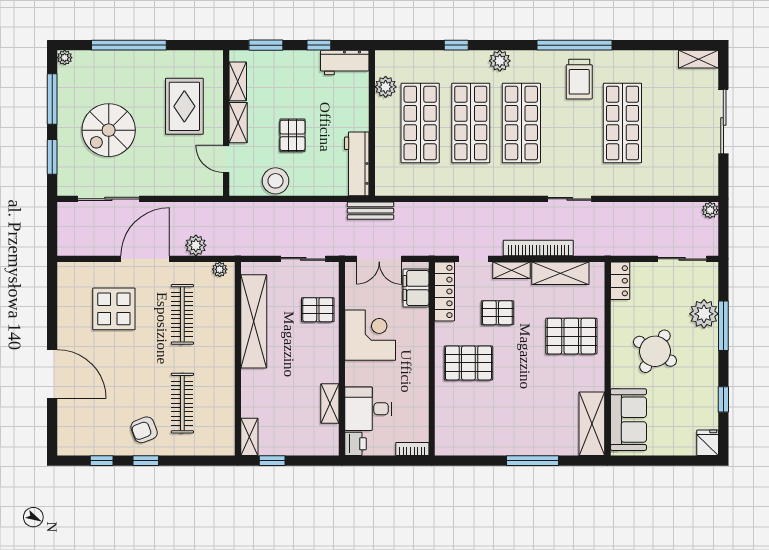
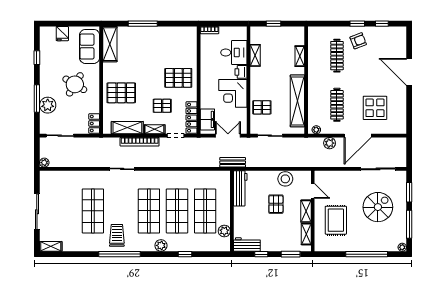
shelving: (249, 437) -> (300, 56), moved
fridge: (708, 443) -> (62, 34), moved
printer: (355, 444) -> (241, 72), moved
window: (272, 461) -> (273, 24), moved

